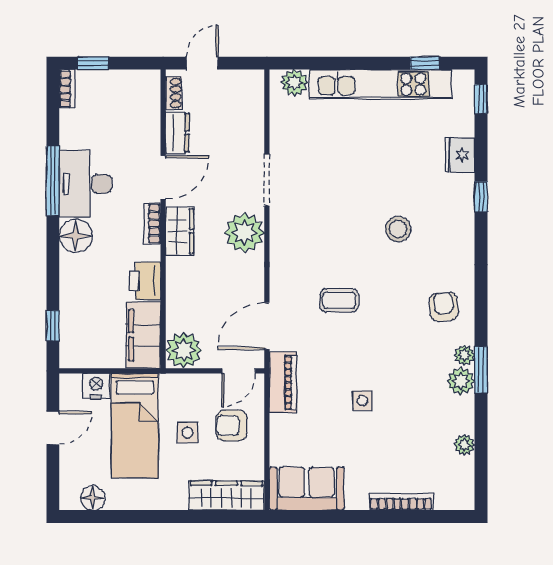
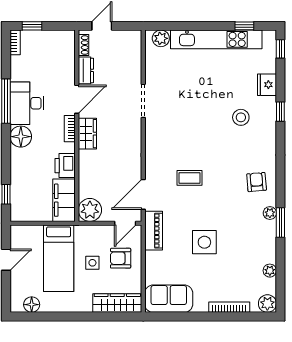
stool: (398, 229) -> (241, 117), moved
plant: (244, 233) -> (129, 135), removed
plant: (461, 381) -> (267, 304), moved
nightstand: (96, 386) -> (34, 233), removed
side table: (362, 401) -> (204, 242), width x1.87, depth x1.87

